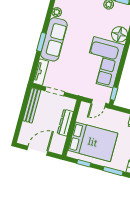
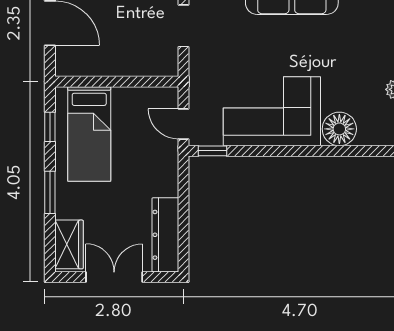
dresser: (65, 123) -> (124, 66), removed
bed: (93, 142) -> (89, 134), width x0.67

